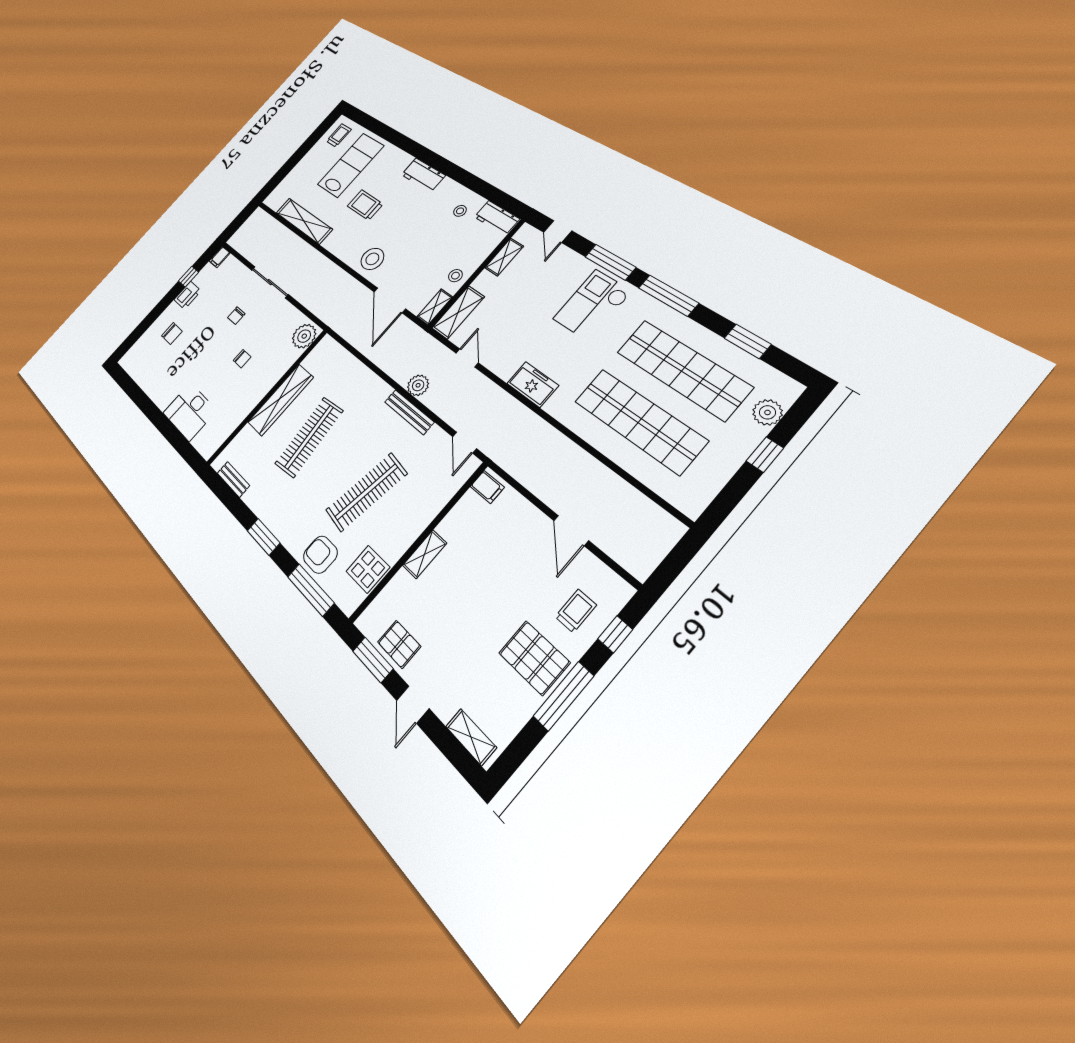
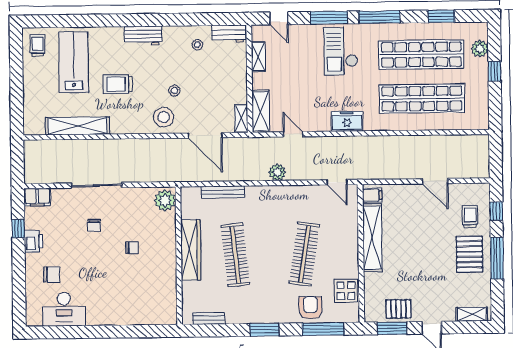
filing cabinet: (220, 257) -> (37, 197), width x2.00
stool: (455, 276) -> (174, 91), moved
desk: (190, 412) -> (64, 309), moved
bench: (409, 412) -> (223, 192), moved
shelving: (425, 554) -> (372, 238), width x2.20, depth x1.33
armchair: (320, 555) -> (310, 308), turned 90
pallet: (534, 658) -> (469, 254), turned 90

